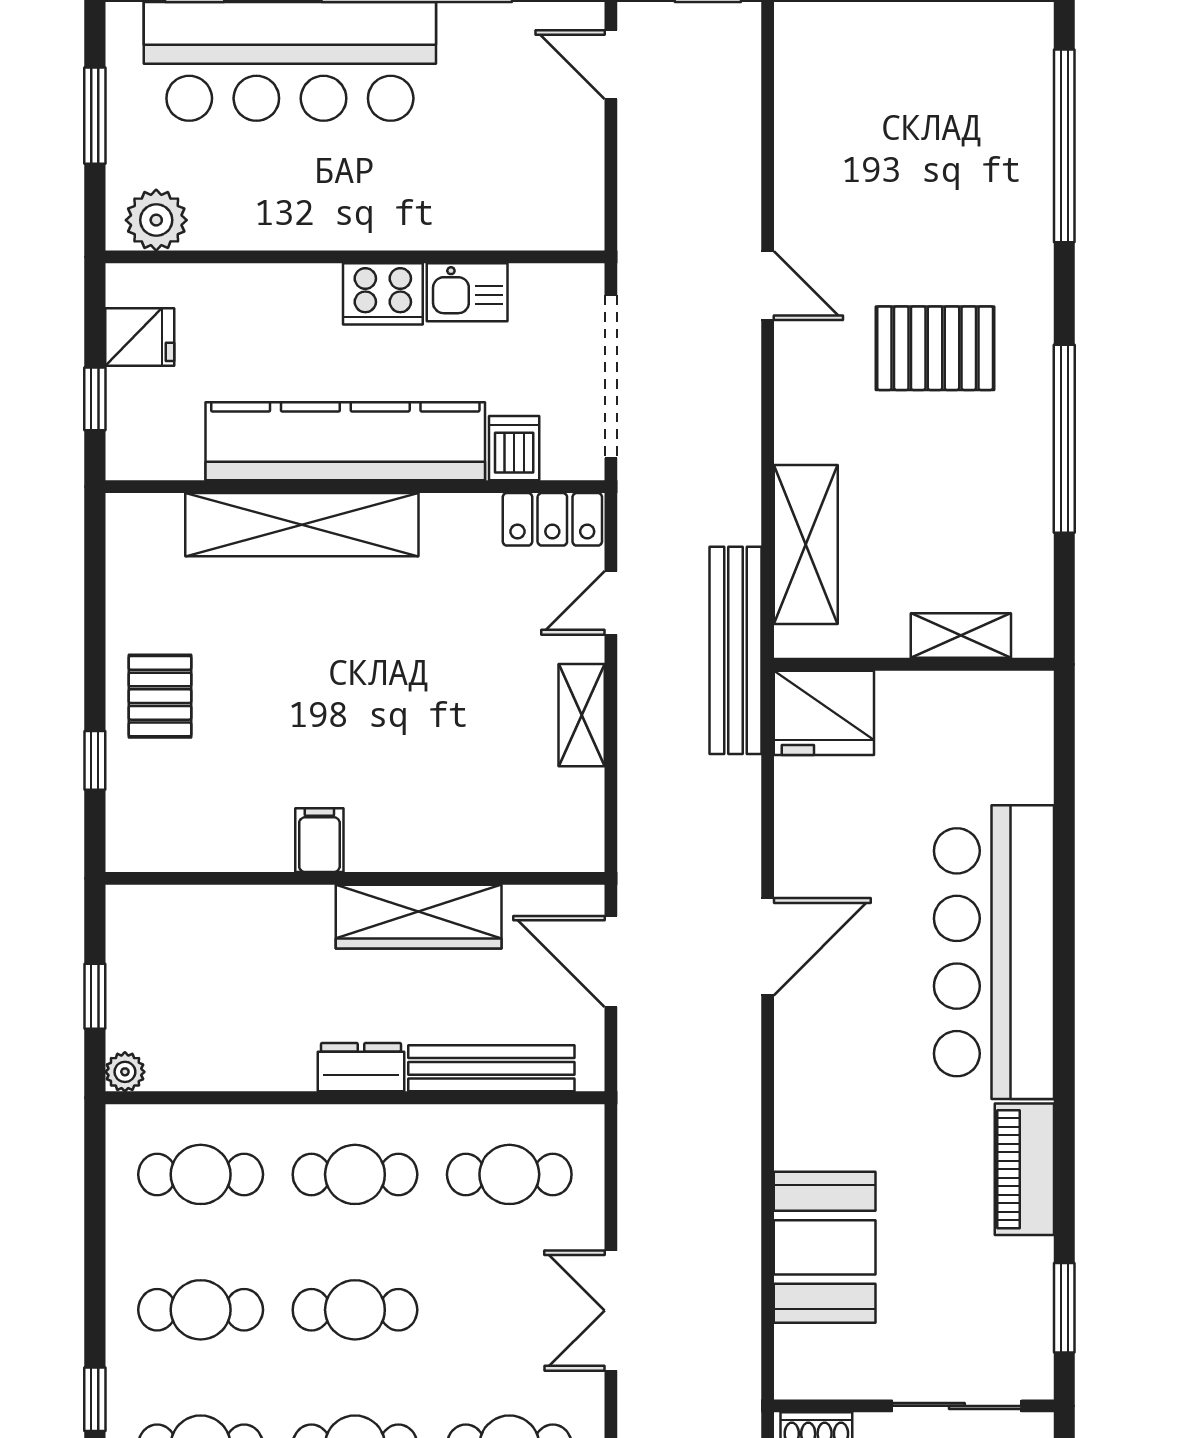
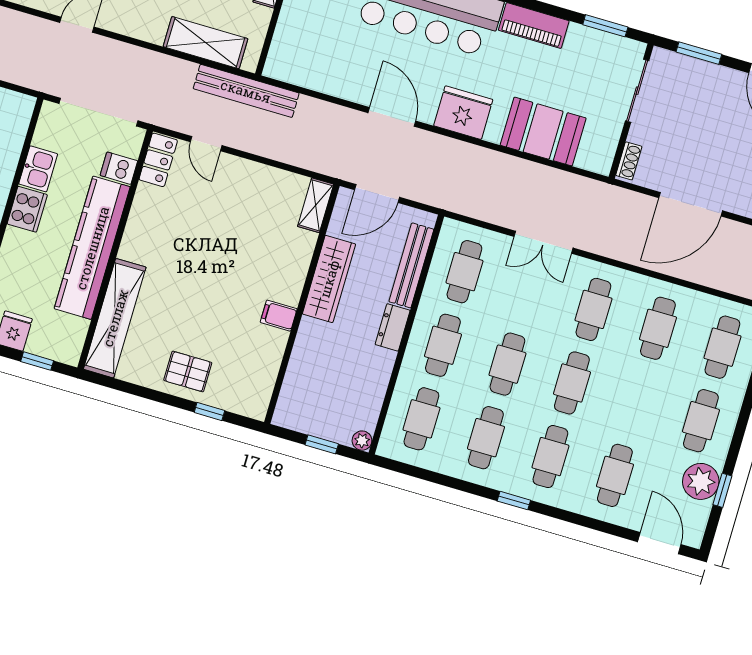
shelving: (302, 525) -> (115, 318), moved
fridge: (824, 713) -> (463, 113), moved, turned -90
shelving: (582, 715) -> (316, 205), moved, turned 90

